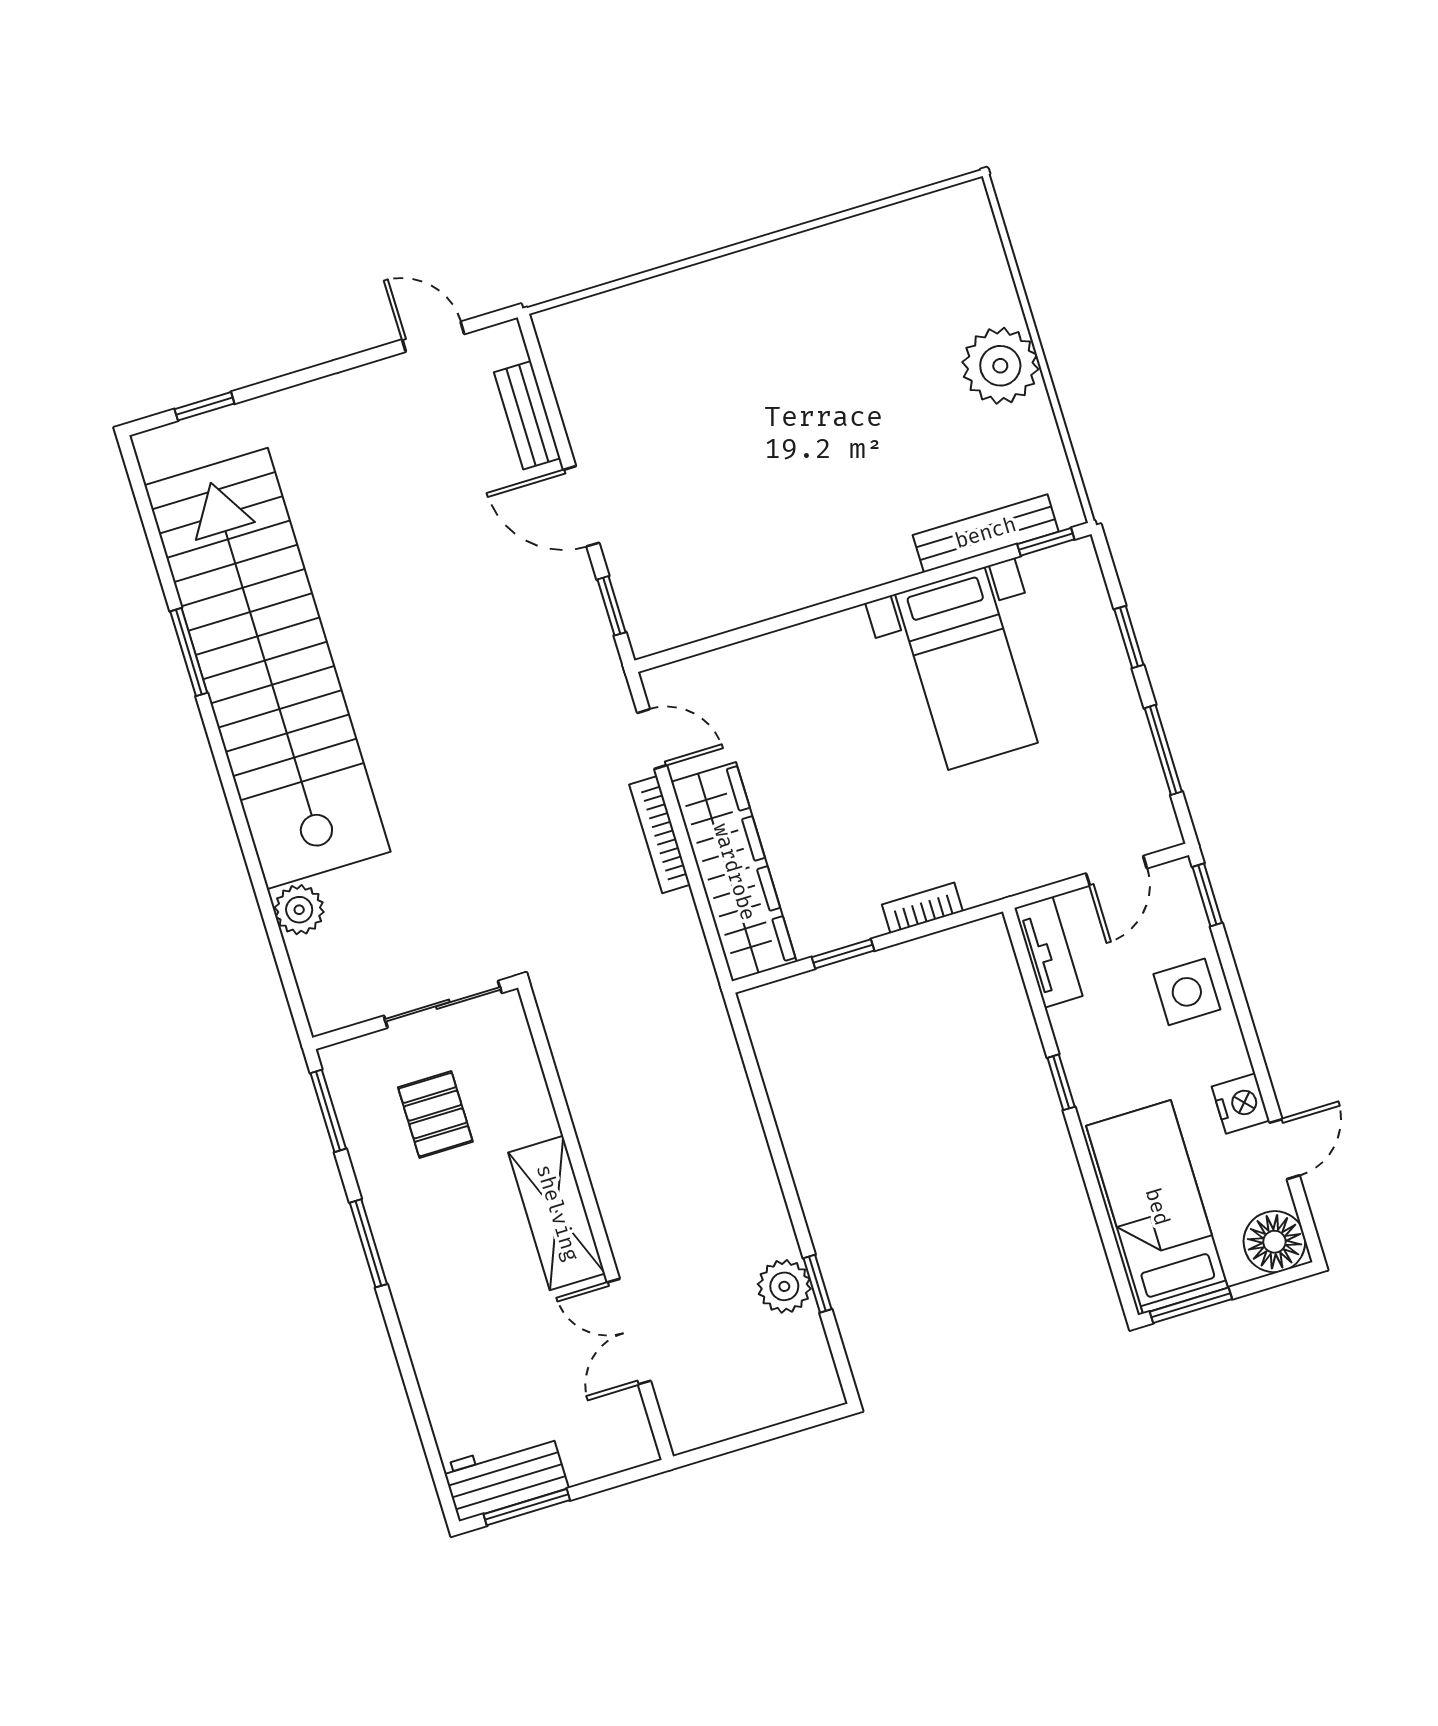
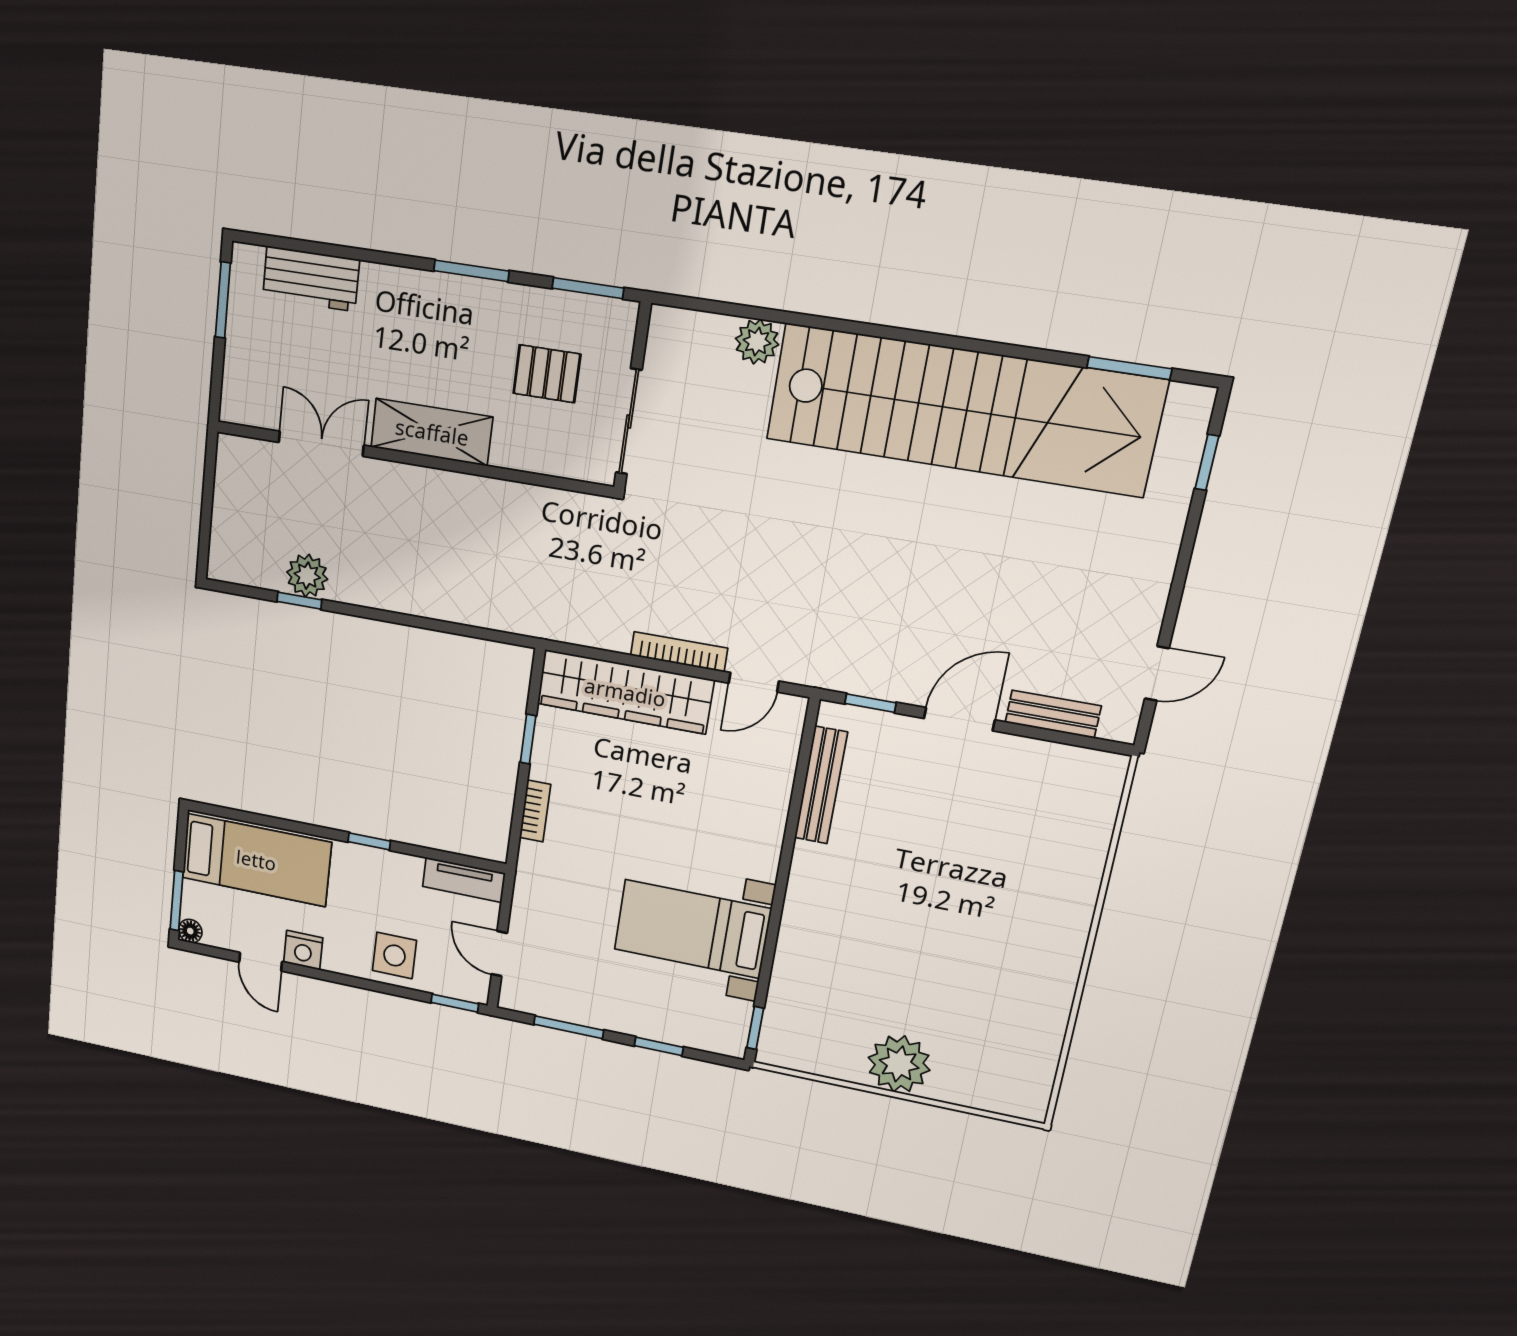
bench: (986, 533) -> (821, 785), moved
window: (189, 652) -> (1129, 368), moved
floor lamp: (1274, 1242) -> (190, 931), width x0.53, depth x0.53
window: (1191, 1305) -> (177, 901), moved
workbench: (505, 1477) -> (311, 279), moved, turned 90

